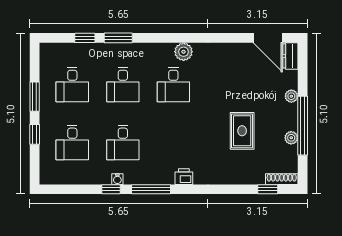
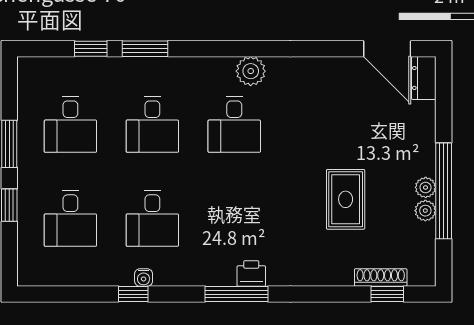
plant: (291, 96) -> (426, 187), moved
shoe rack: (282, 179) -> (381, 277), moved
window: (151, 189) -> (236, 294), moved

